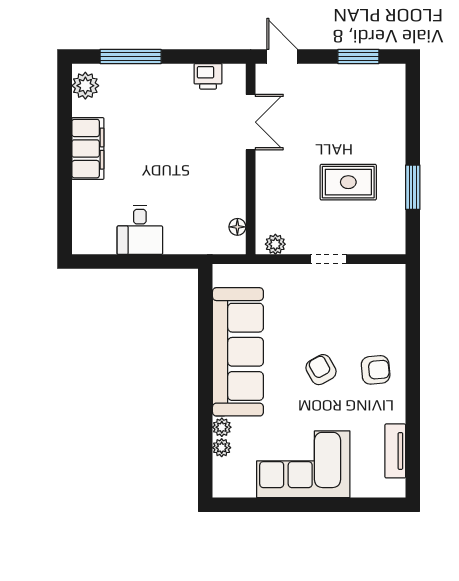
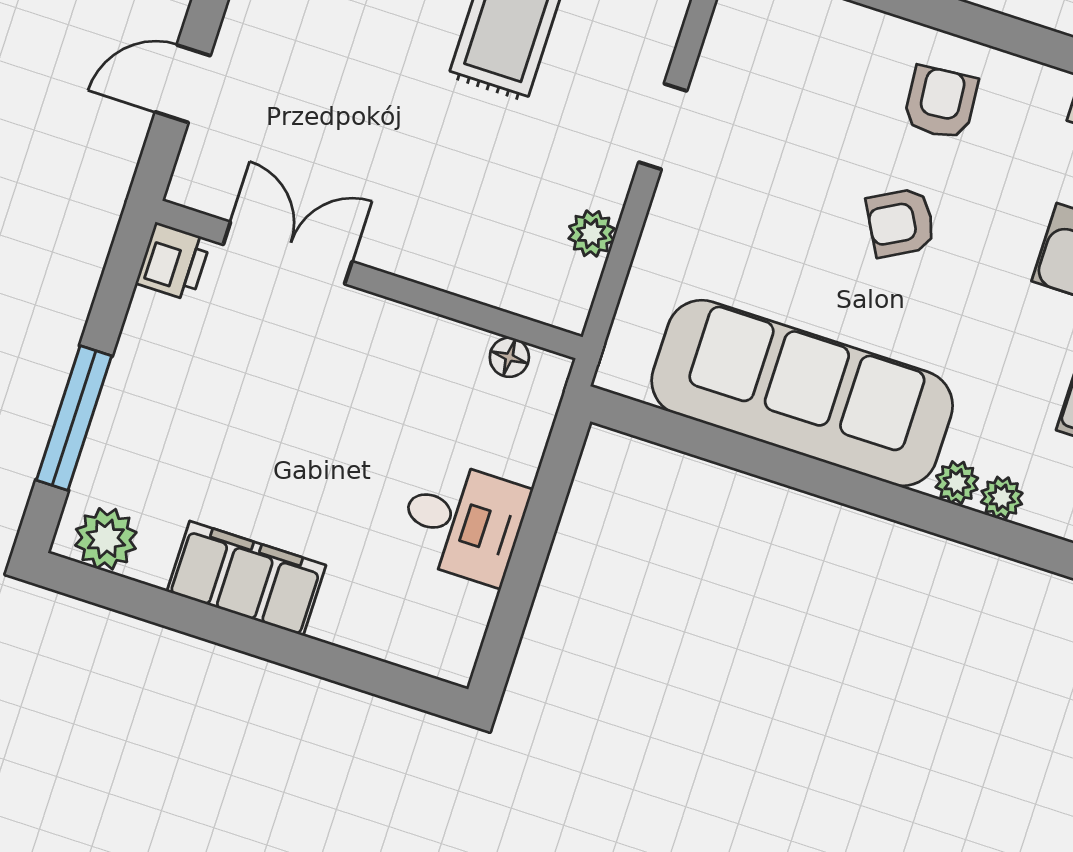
double door: (251, 122) -> (288, 253), moved
wall: (251, 159) -> (369, 280), moved
floor lamp: (237, 227) -> (509, 357), moved

